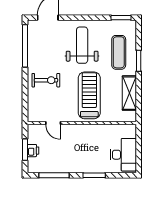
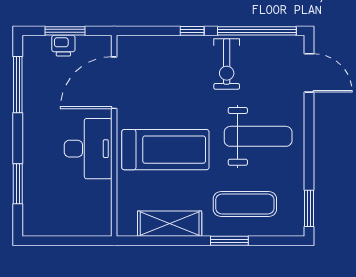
exercise bike: (46, 80) -> (227, 64), moved
window: (25, 81) -> (192, 31), added
door: (53, 123) -> (114, 83), width x1.87
desk: (123, 155) -> (88, 149), moved, turned -90
window: (94, 175) -> (18, 184), moved

